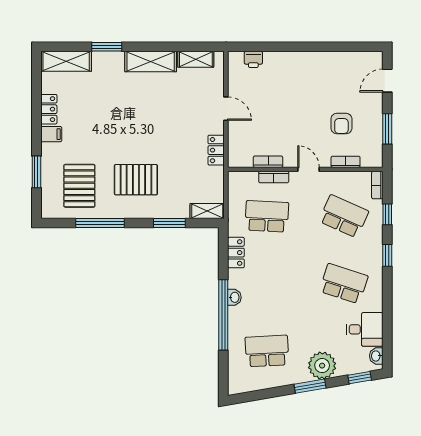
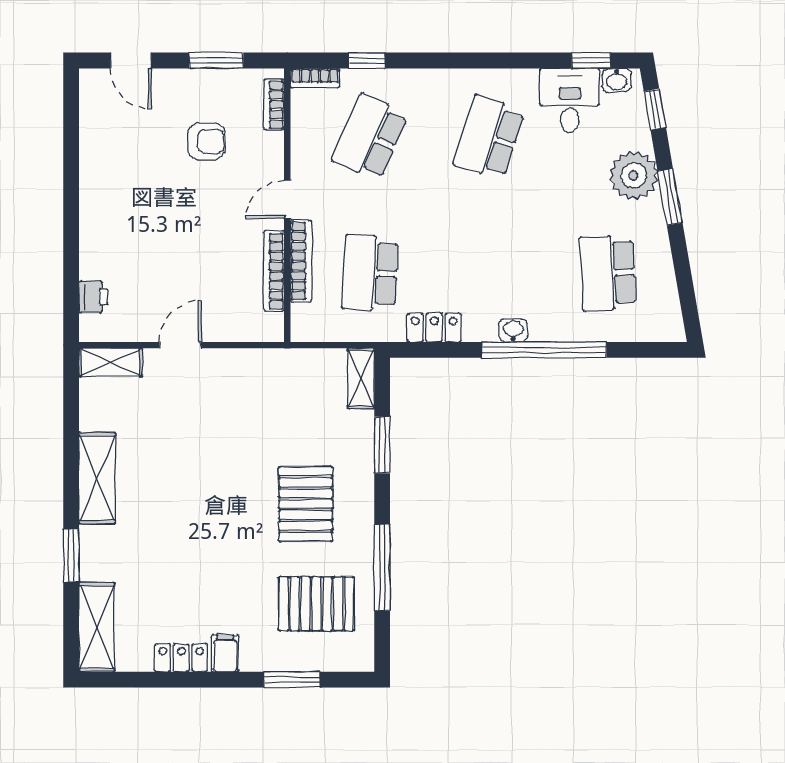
shelving: (196, 59) -> (111, 362), moved, turned 90
locker: (216, 150) -> (253, 362), removed
bookcase: (268, 162) -> (274, 271), width x1.56
bookcase: (346, 162) -> (274, 105), moved
bookcase: (274, 177) -> (301, 261), width x1.56
window: (387, 255) -> (591, 60), moved

